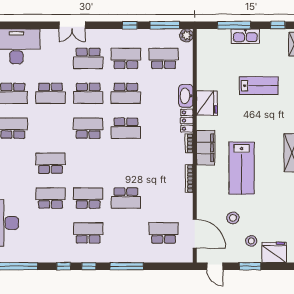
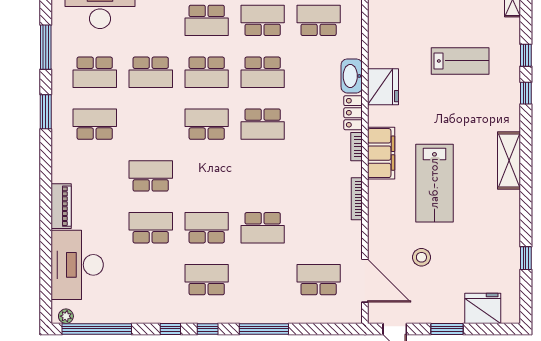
stool: (251, 241) -> (449, 291), removed

